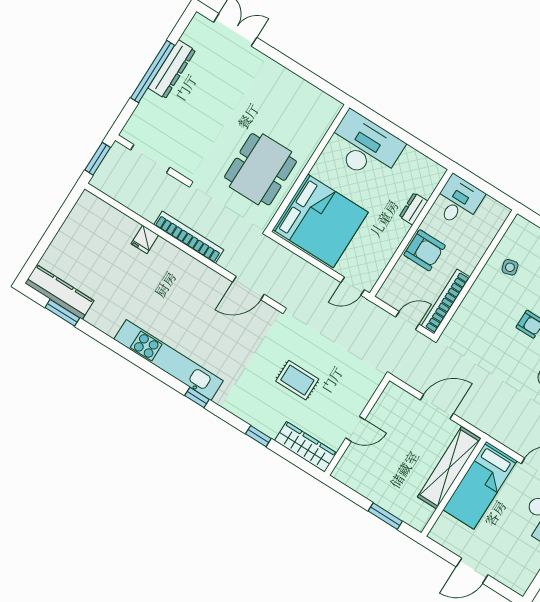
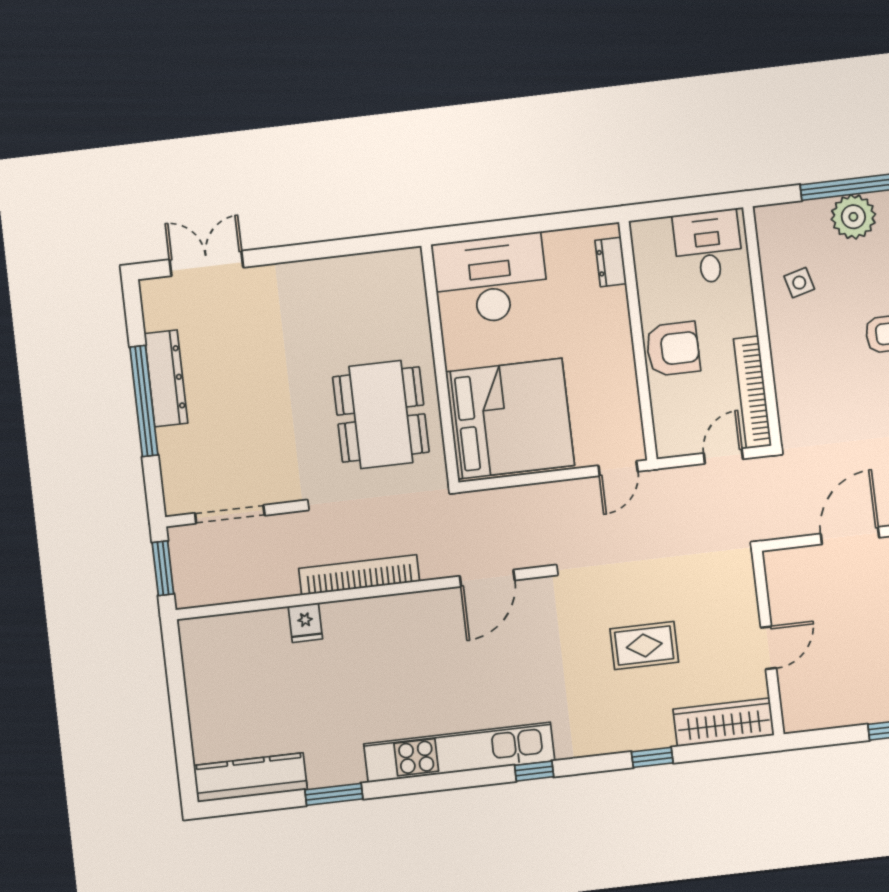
desk: (458, 201) -> (708, 247), moved
dresser: (413, 209) -> (611, 262), moved
window: (62, 313) -> (334, 794), moved

